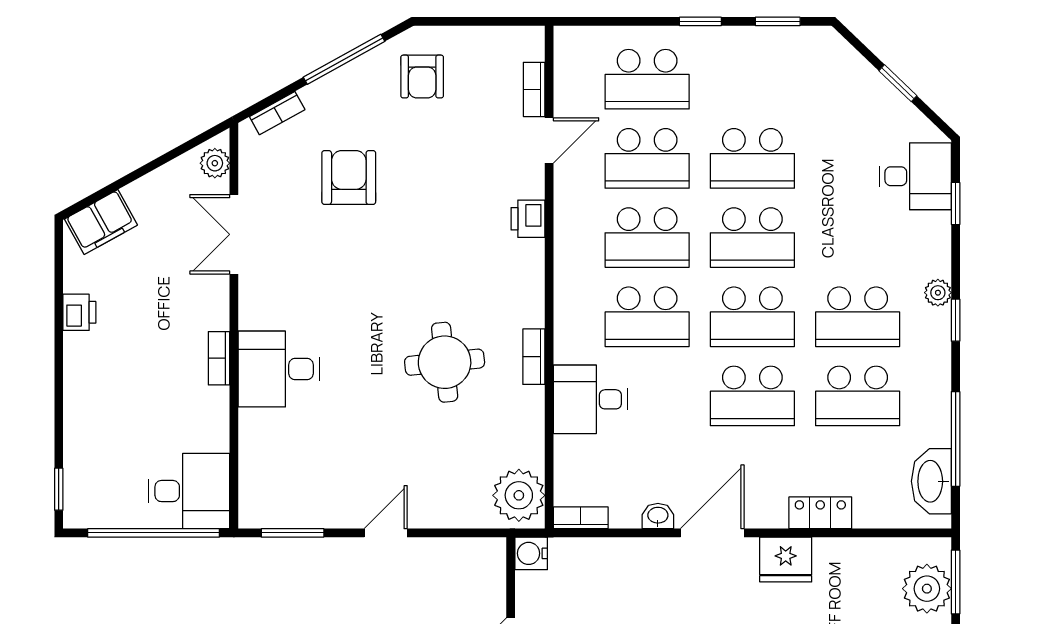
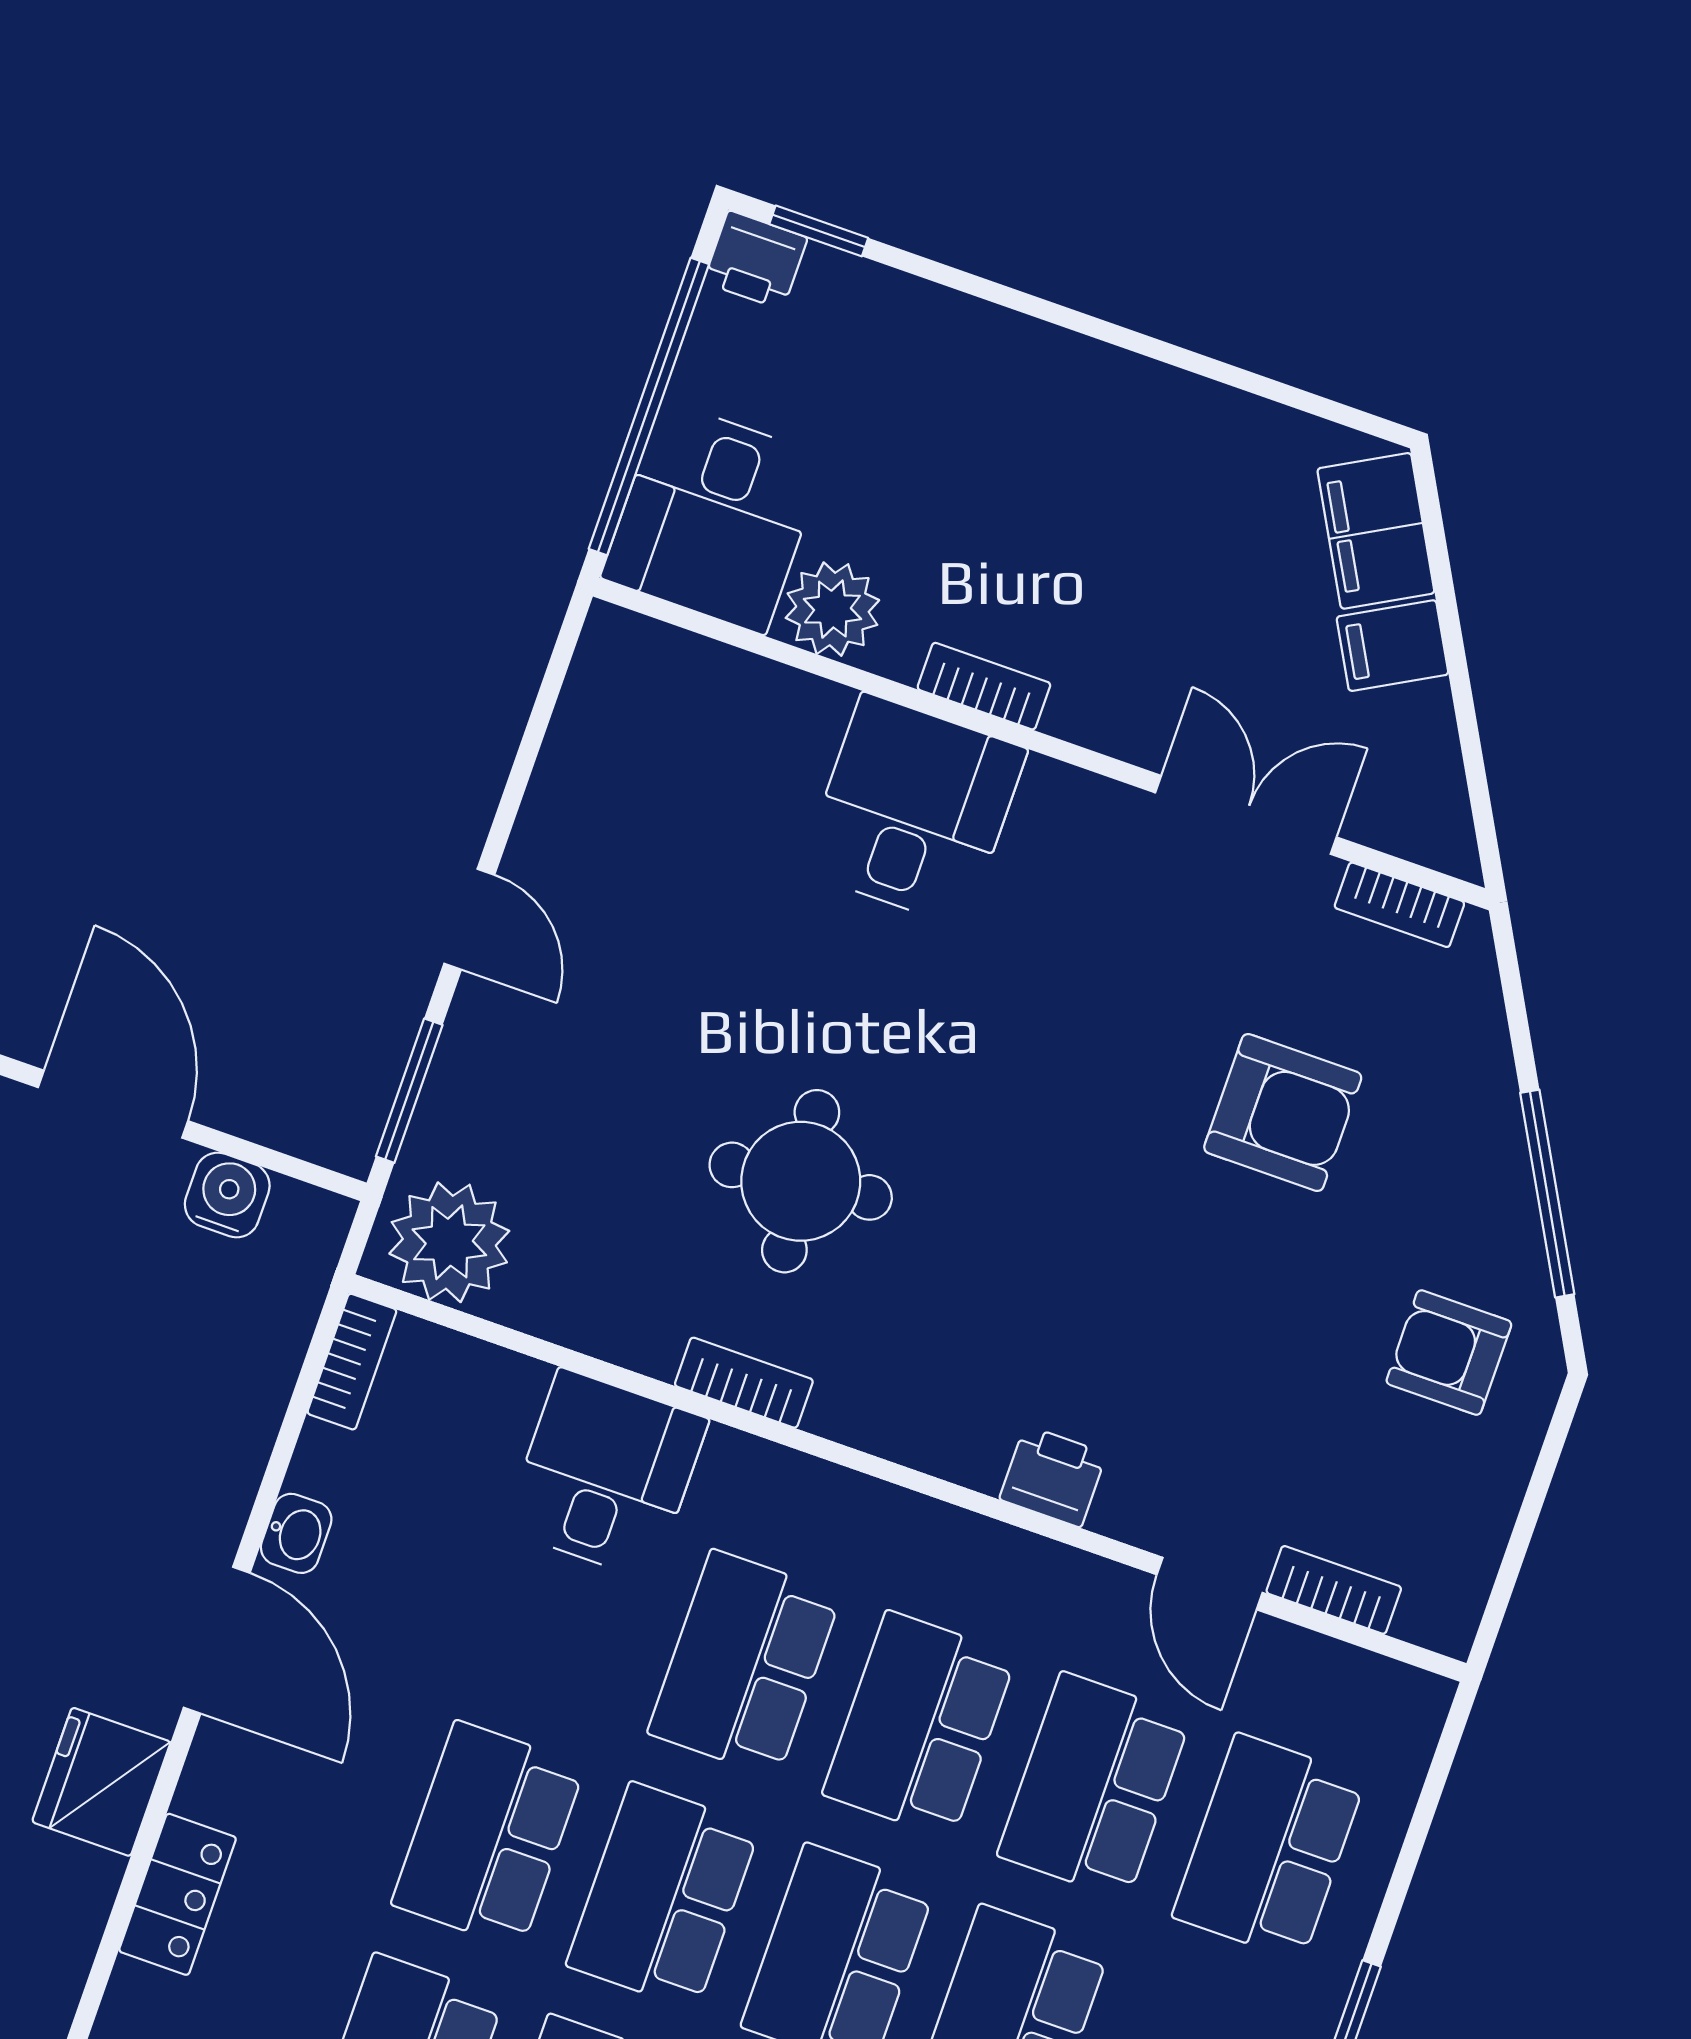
bookcase: (277, 113) -> (1399, 905), moved, turned -61
plant: (215, 163) -> (832, 609), moved, width x1.38, depth x1.38
filing cabinet: (145, 199) -> (1392, 646), added
printer: (79, 312) -> (755, 260), moved
window: (293, 533) -> (409, 1091), moved
water cooler: (531, 553) -> (227, 1195), moved

